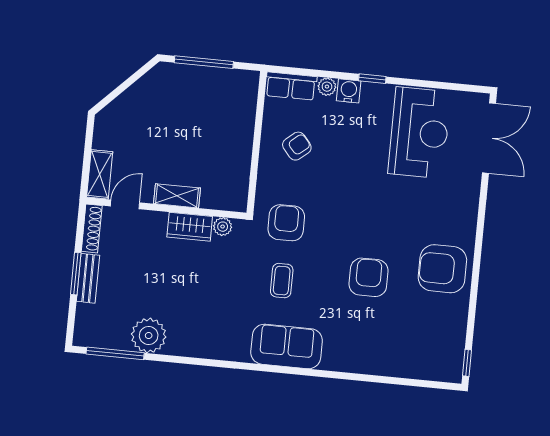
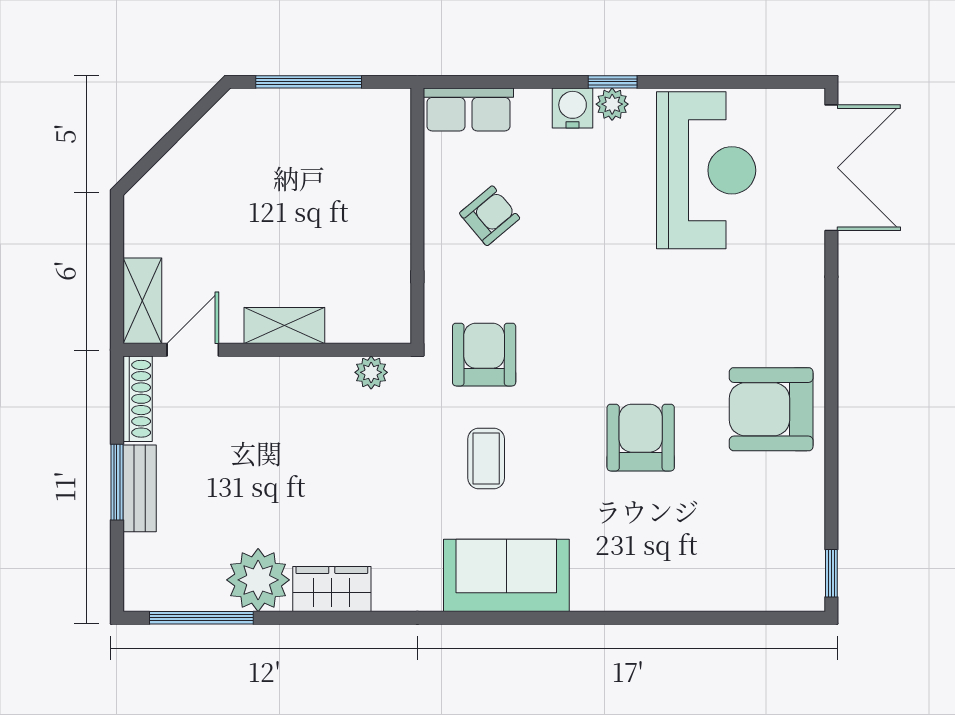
plant: (327, 87) -> (612, 104), moved
wardrobe: (190, 227) -> (332, 589), moved, turned 180

